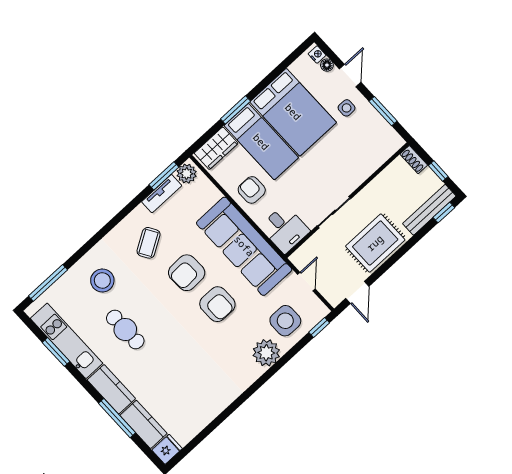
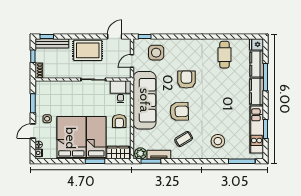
armchair: (217, 304) -> (186, 79), moved
cafe table: (125, 329) -> (225, 55), moved
plant: (266, 353) -> (177, 46), removed

